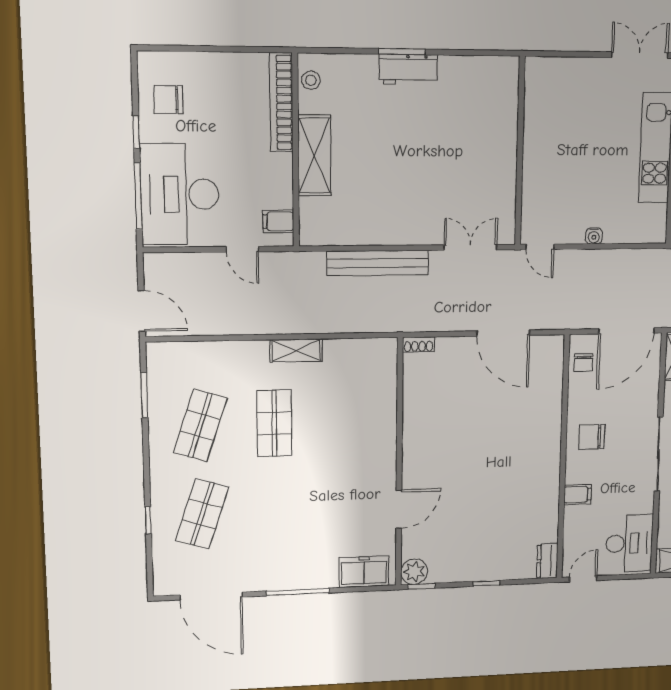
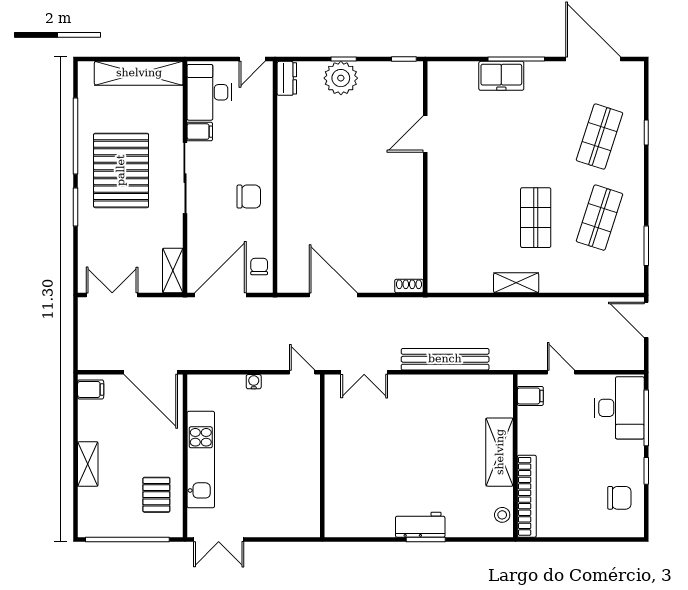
desk: (180, 194) -> (619, 408), width x0.73, depth x0.77
filing cabinet: (578, 494) -> (200, 132), moved, turned 180
freezer: (364, 572) -> (501, 76), moved
plant: (414, 572) -> (341, 78), moved, width x1.36, depth x1.36

